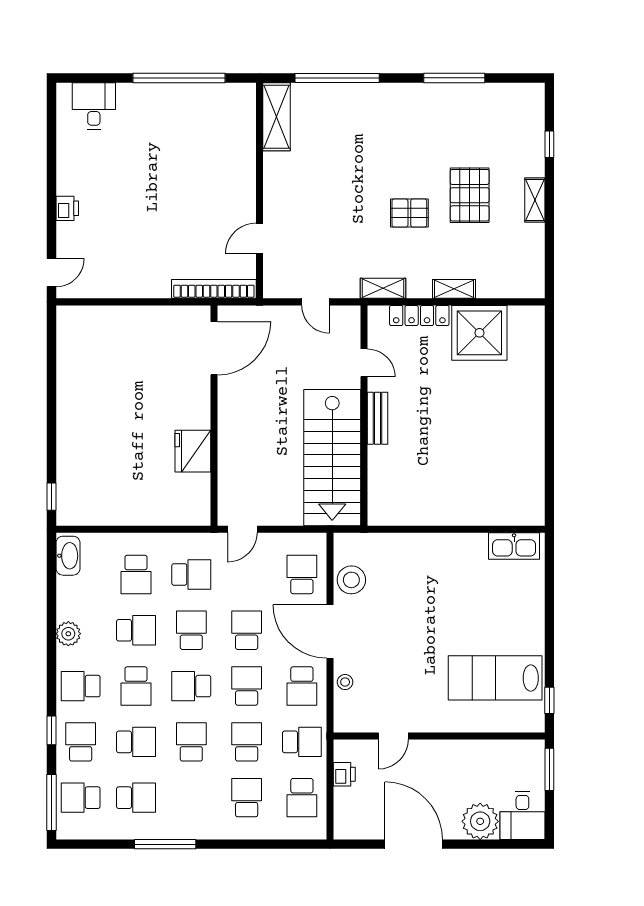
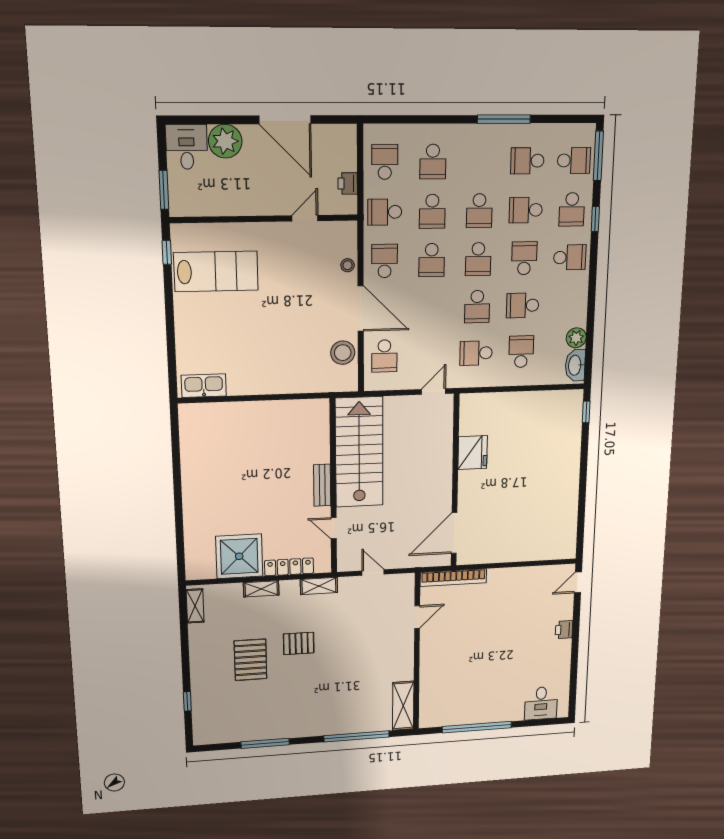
shelving: (535, 200) -> (195, 606), moved
school desk: (247, 630) -> (431, 308), removed
plant: (68, 634) -> (576, 338), moved
school desk: (191, 686) -> (478, 259), turned 90

